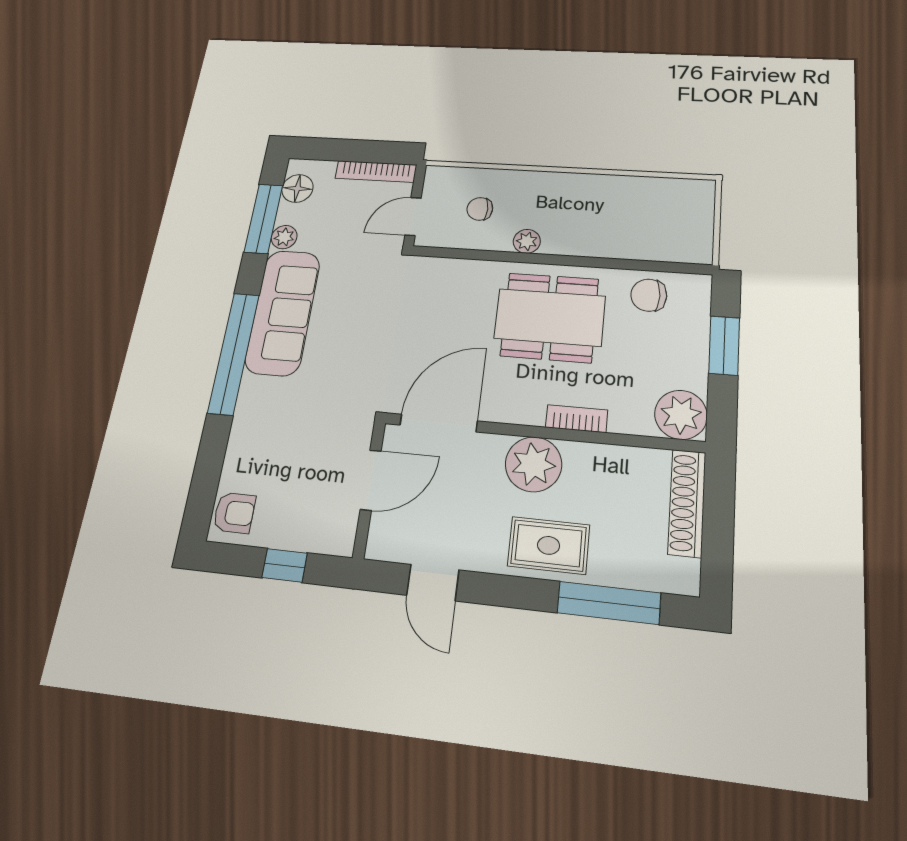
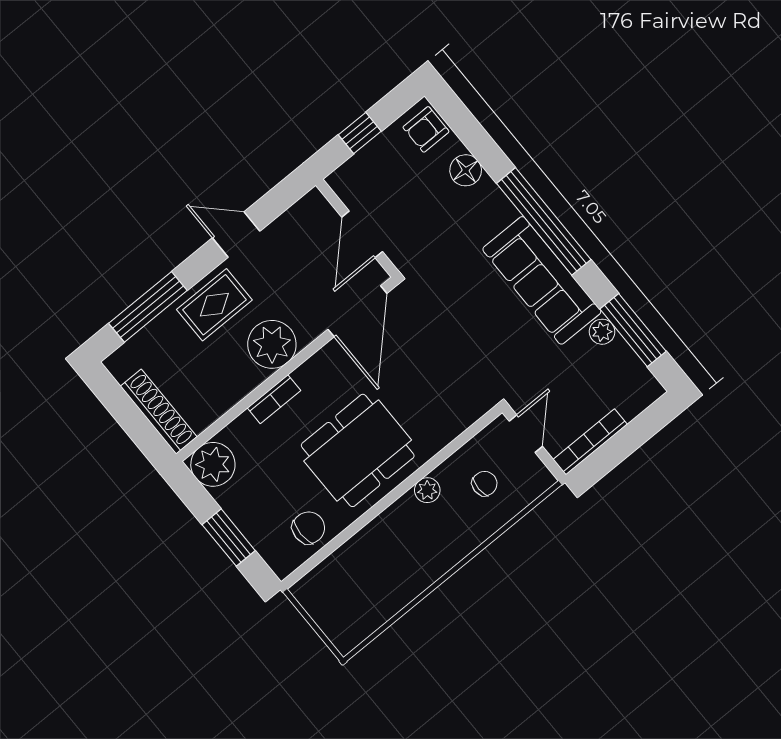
floor lamp: (297, 188) -> (466, 170), moved
door: (433, 583) -> (236, 234), moved

